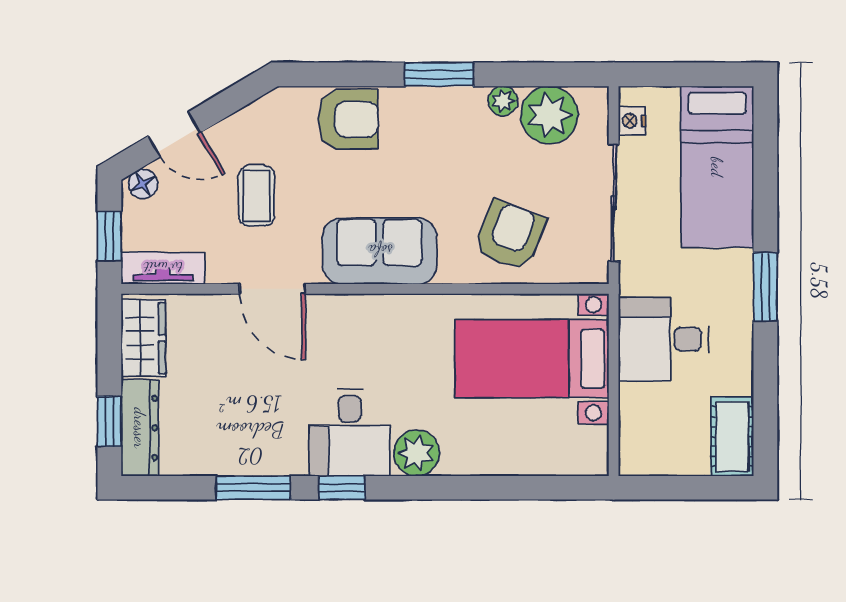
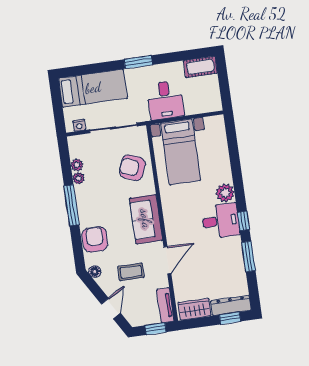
window: (439, 74) -> (72, 205), width x1.44
plant: (549, 115) -> (77, 165), width x0.53, depth x0.53
floor lamp: (143, 184) -> (95, 272), moved

